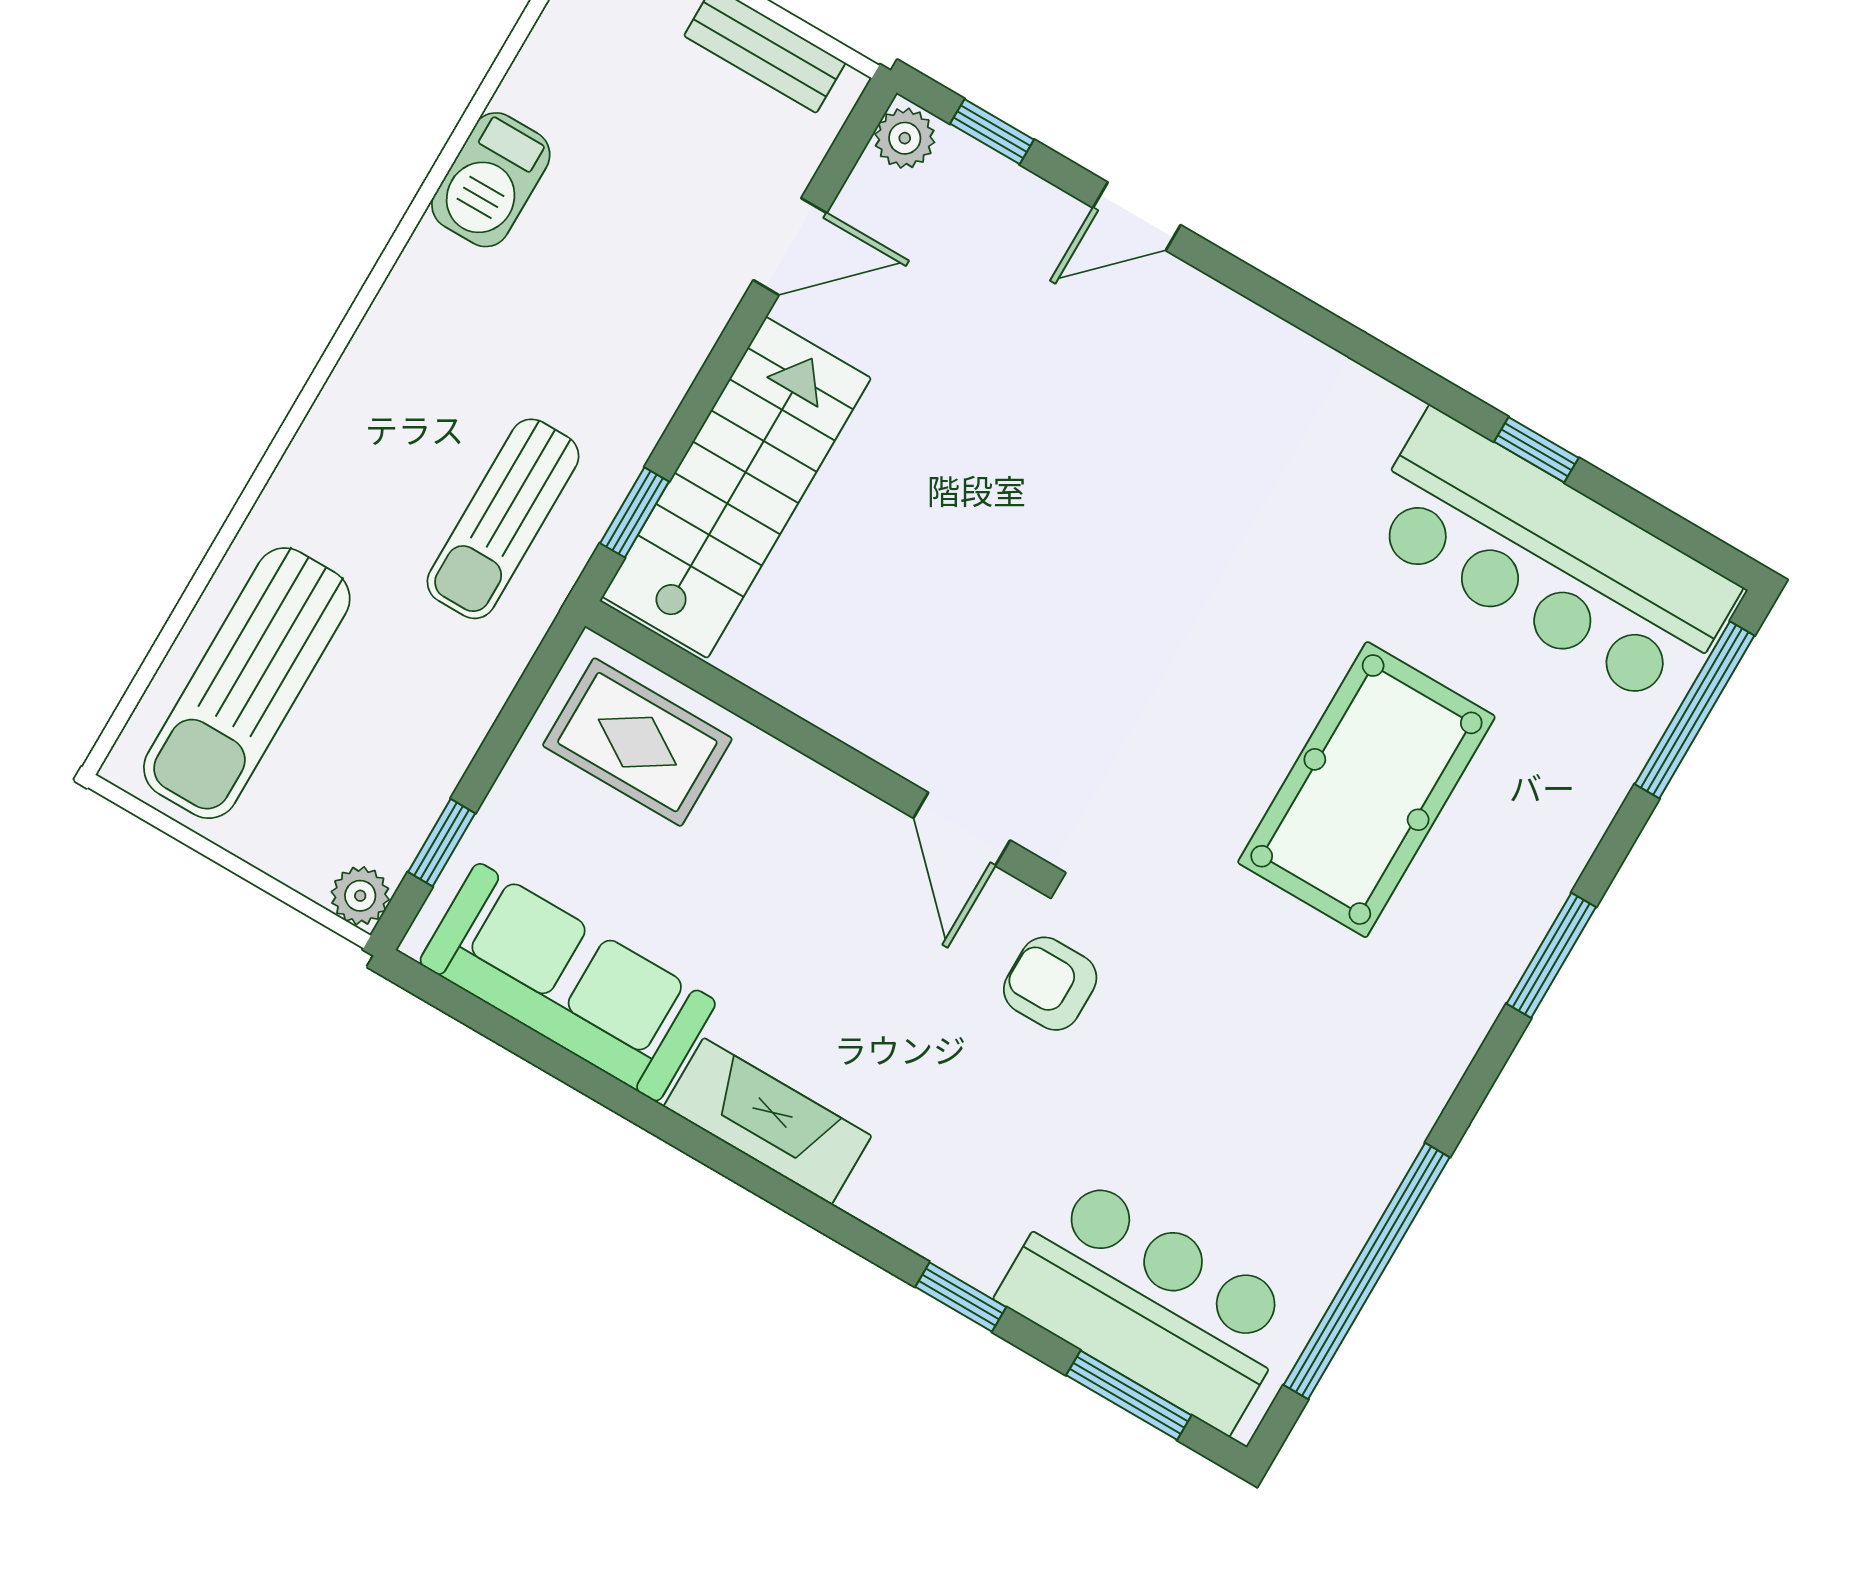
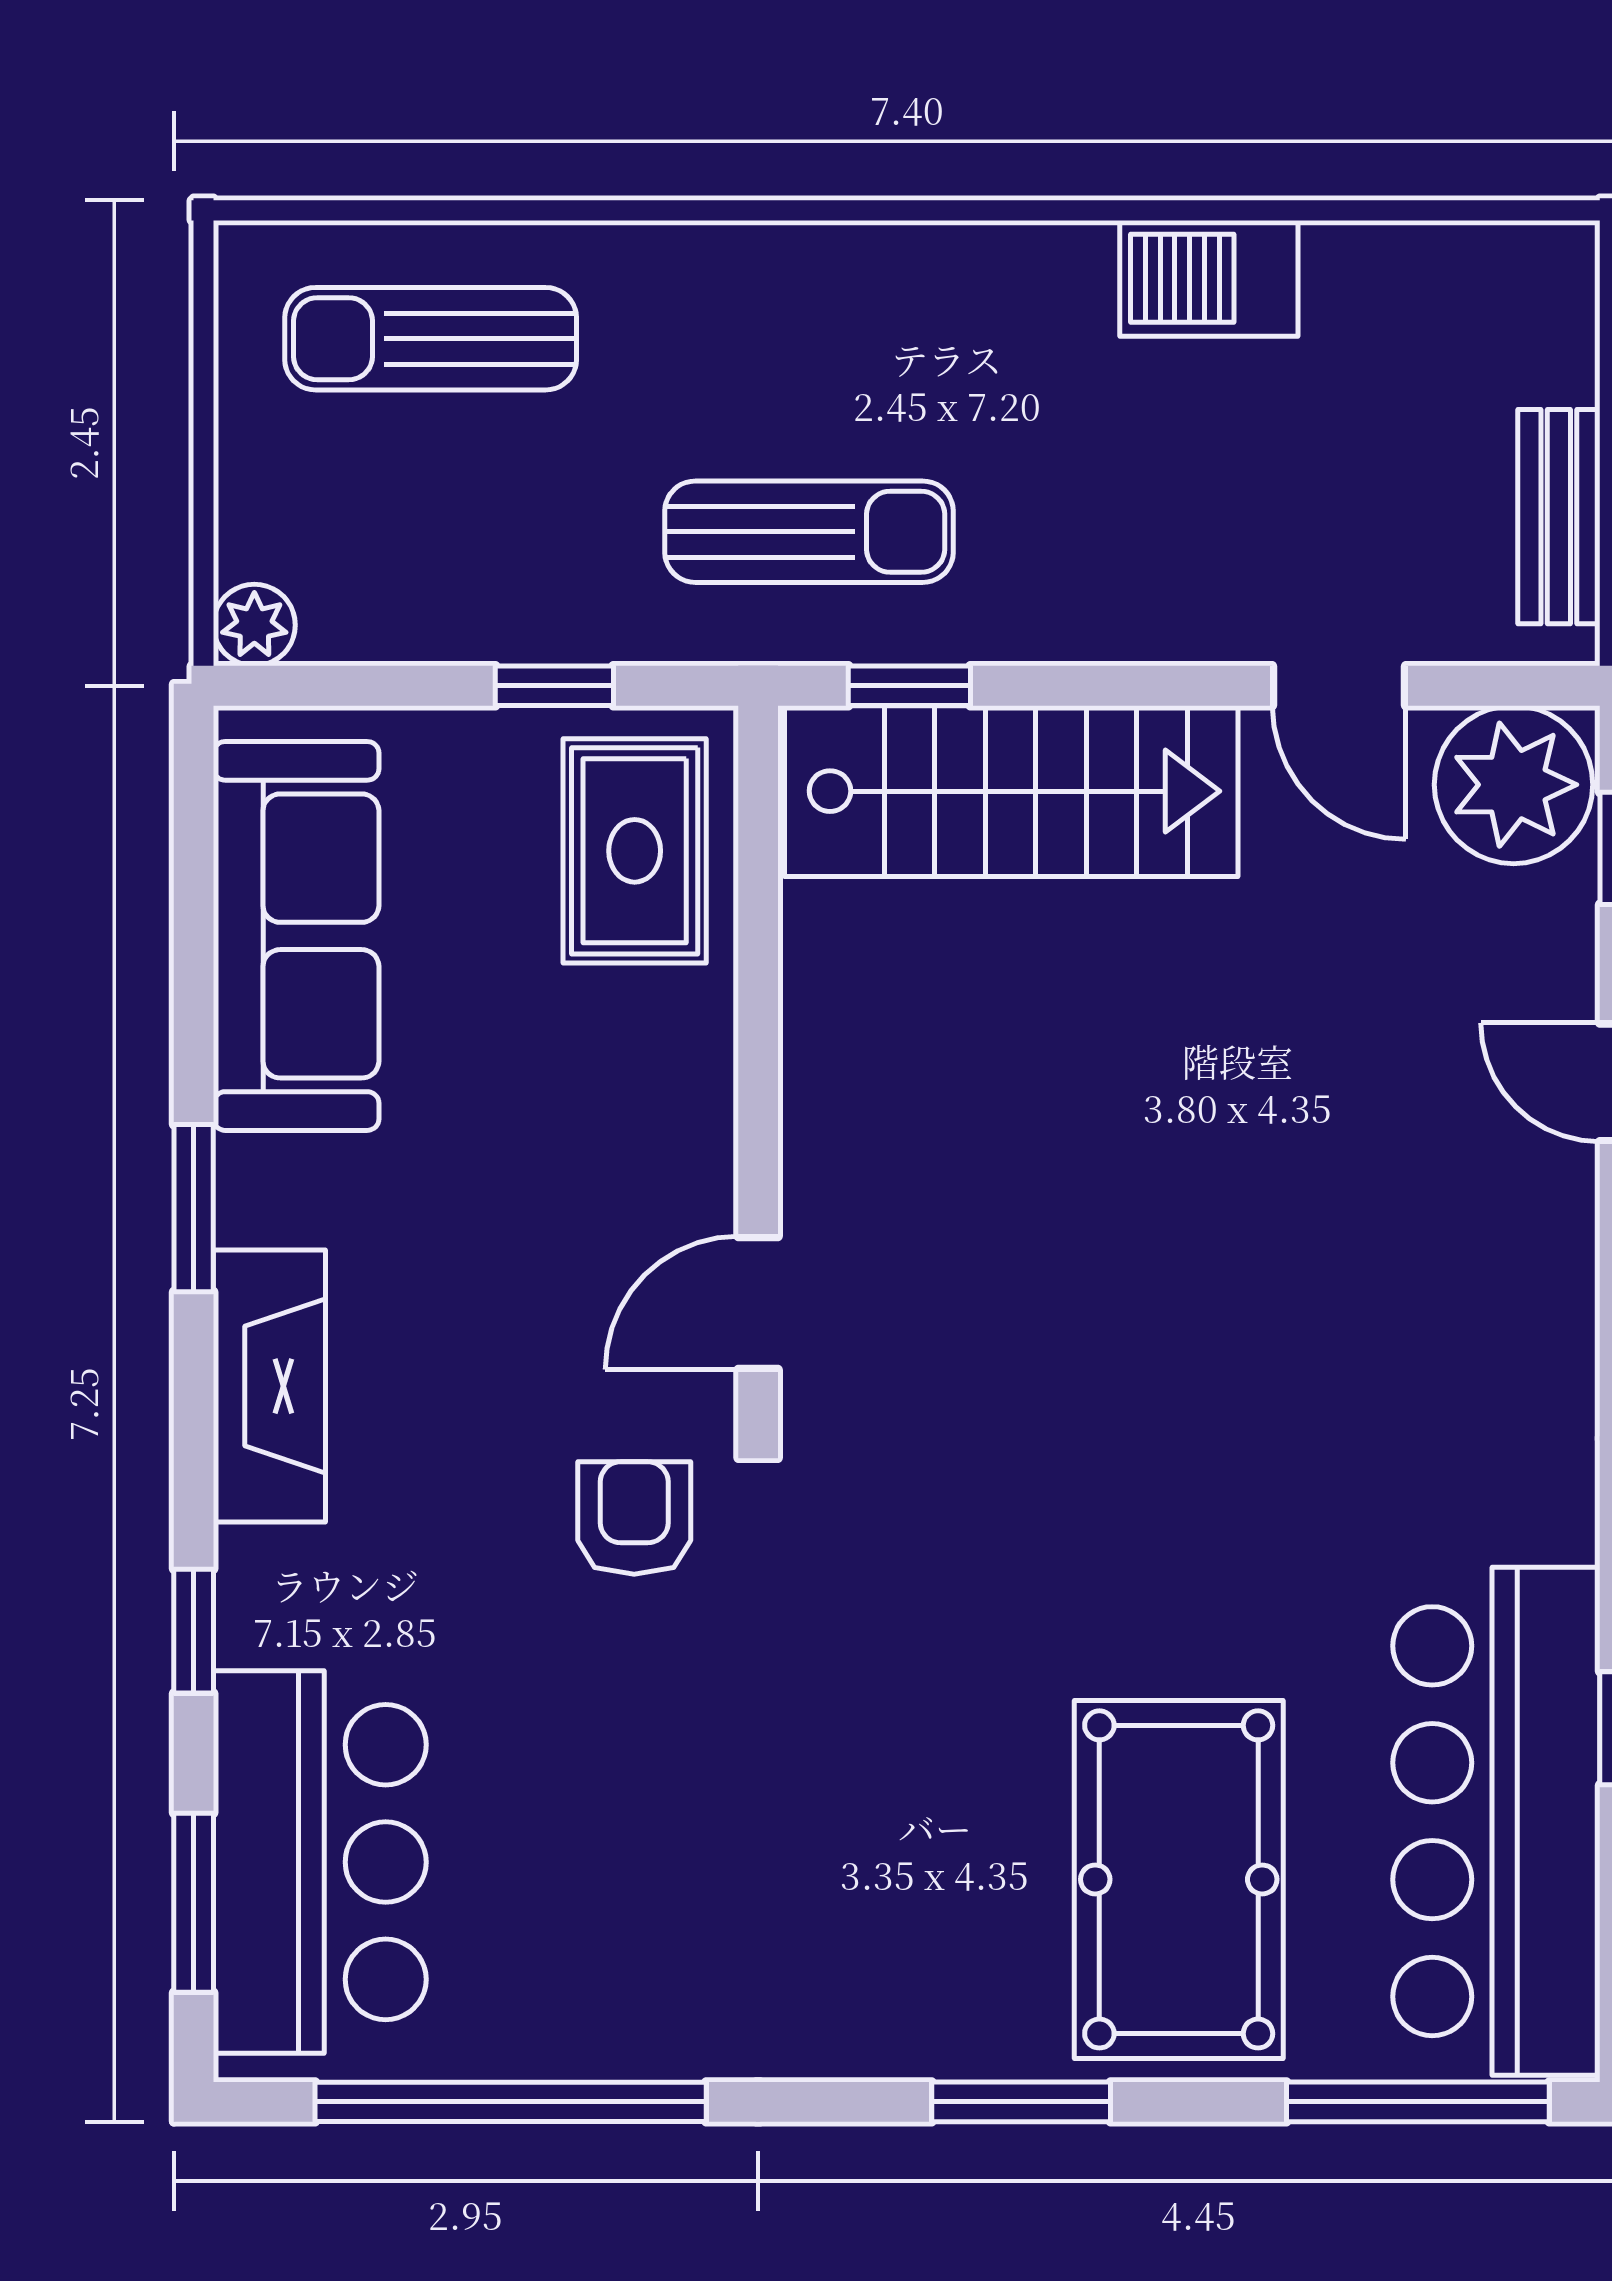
plant: (905, 138) -> (1514, 785), width x1.87, depth x1.87
sun lounger: (503, 519) -> (809, 532), turned 180
sun lounger: (247, 683) -> (431, 339), width x0.73, depth x0.75
pool table: (1366, 790) -> (1179, 1879), moved, turned 90
window: (442, 843) -> (554, 686), moved
fireplace: (768, 1121) -> (269, 1386), moved
window: (699, 1144) -> (194, 1208), added

